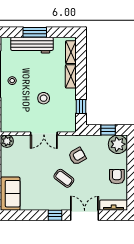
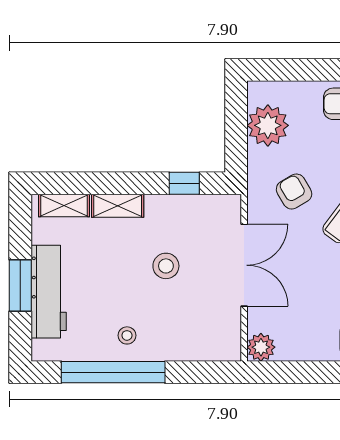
window: (108, 130) -> (236, 123), removed
double door: (44, 134) -> (244, 265), width x1.37
plant: (118, 144) -> (268, 125), moved

